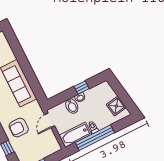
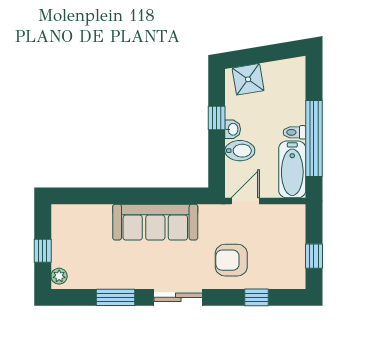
shower: (116, 106) -> (248, 79), moved
door: (50, 120) -> (245, 201), swing flipped
armchair: (19, 128) -> (231, 260), turned 90

